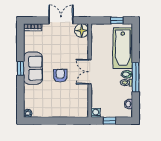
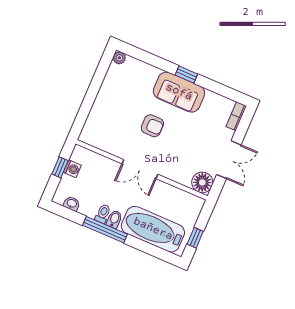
double door: (90, 72) -> (140, 169), swing flipped
washing machine: (96, 113) -> (72, 169), moved

